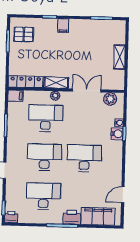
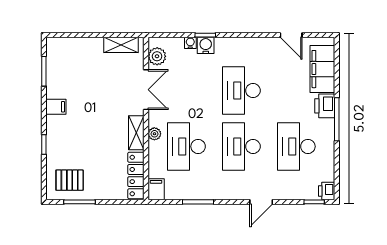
filing cabinet: (63, 26) -> (56, 107), moved
pallet: (24, 34) -> (70, 180), turned 90
shelving: (119, 57) -> (121, 45), moved
double door: (87, 90) -> (146, 90), swing flipped

